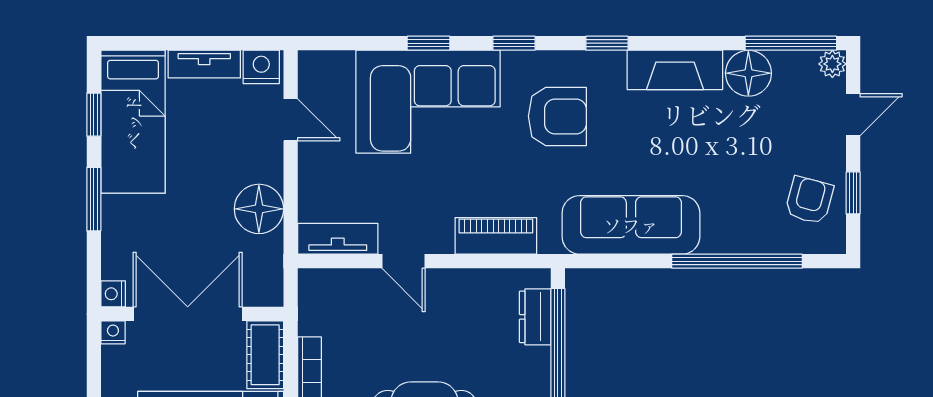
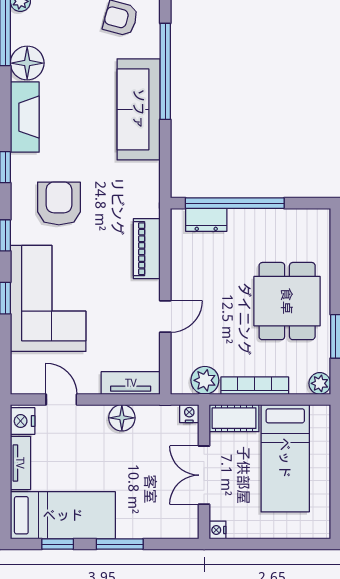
door: (291, 120) -> (61, 399), hinge flipped
floor lamp: (259, 209) -> (122, 418), width x0.73, depth x0.73
sofa: (631, 225) -> (139, 109), moved
tv unit: (338, 239) -> (131, 383), moved, turned 90
nightstand: (113, 294) -> (189, 414), moved, turned 180
double door: (188, 314) -> (204, 475), width x0.73
plant: (317, 315) -> (205, 380), added

